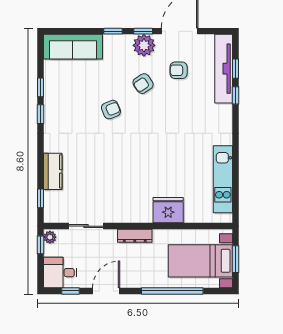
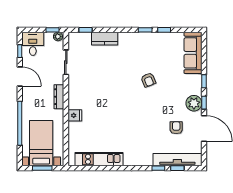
armchair: (143, 84) -> (167, 103), removed
fridge: (168, 210) -> (75, 115), width x0.53, depth x0.75

